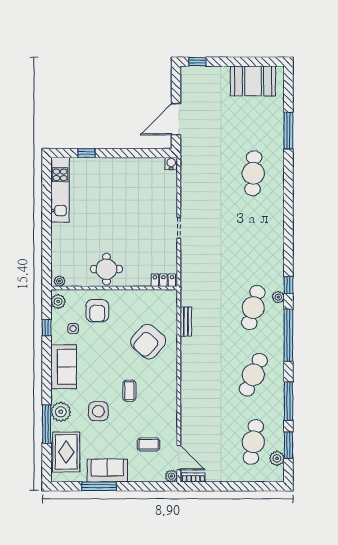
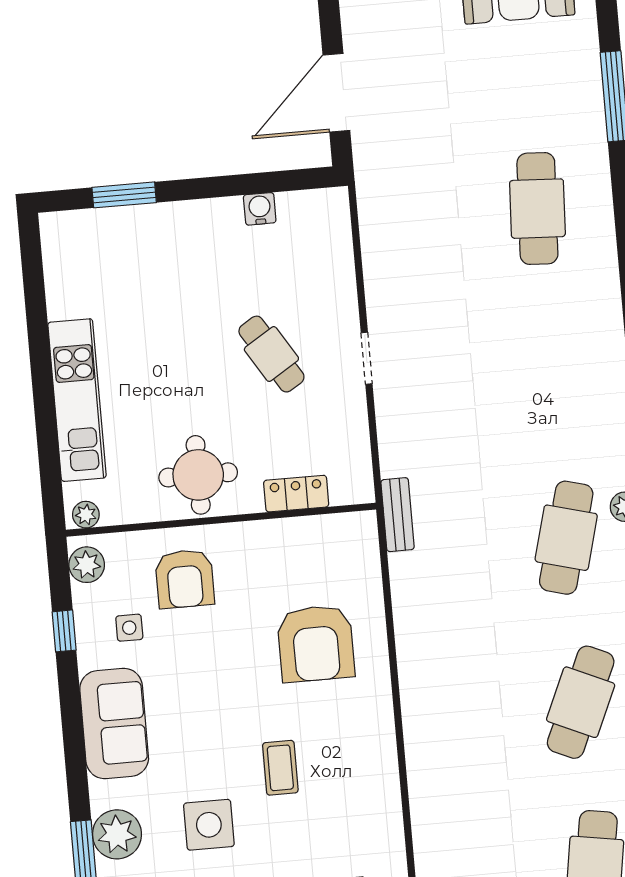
window: (86, 153) -> (124, 195), width x1.50
water cooler: (171, 164) -> (260, 209), moved
kitchen unit: (60, 190) -> (77, 400), moved
cafe table: (140, 223) -> (271, 354), added
locker: (163, 280) -> (296, 494), moved
bench: (186, 322) -> (398, 515), moved
armchair: (148, 342) -> (316, 644), turned -41

